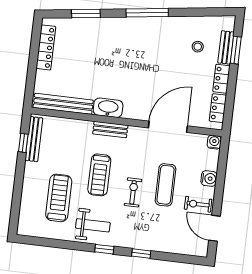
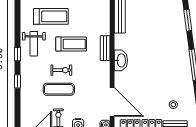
washbasin: (108, 108) -> (121, 60), moved
door: (168, 127) -> (112, 102), moved
treadmill: (99, 175) -> (71, 44), turned 180
exercise mat: (166, 185) -> (59, 89), moved

